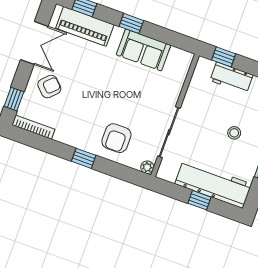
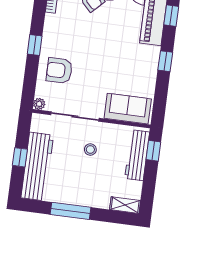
sofa: (143, 50) -> (128, 109), moved, turned 90
workbench: (231, 78) -> (137, 155), width x1.38
stool: (234, 133) -> (90, 150), moved

